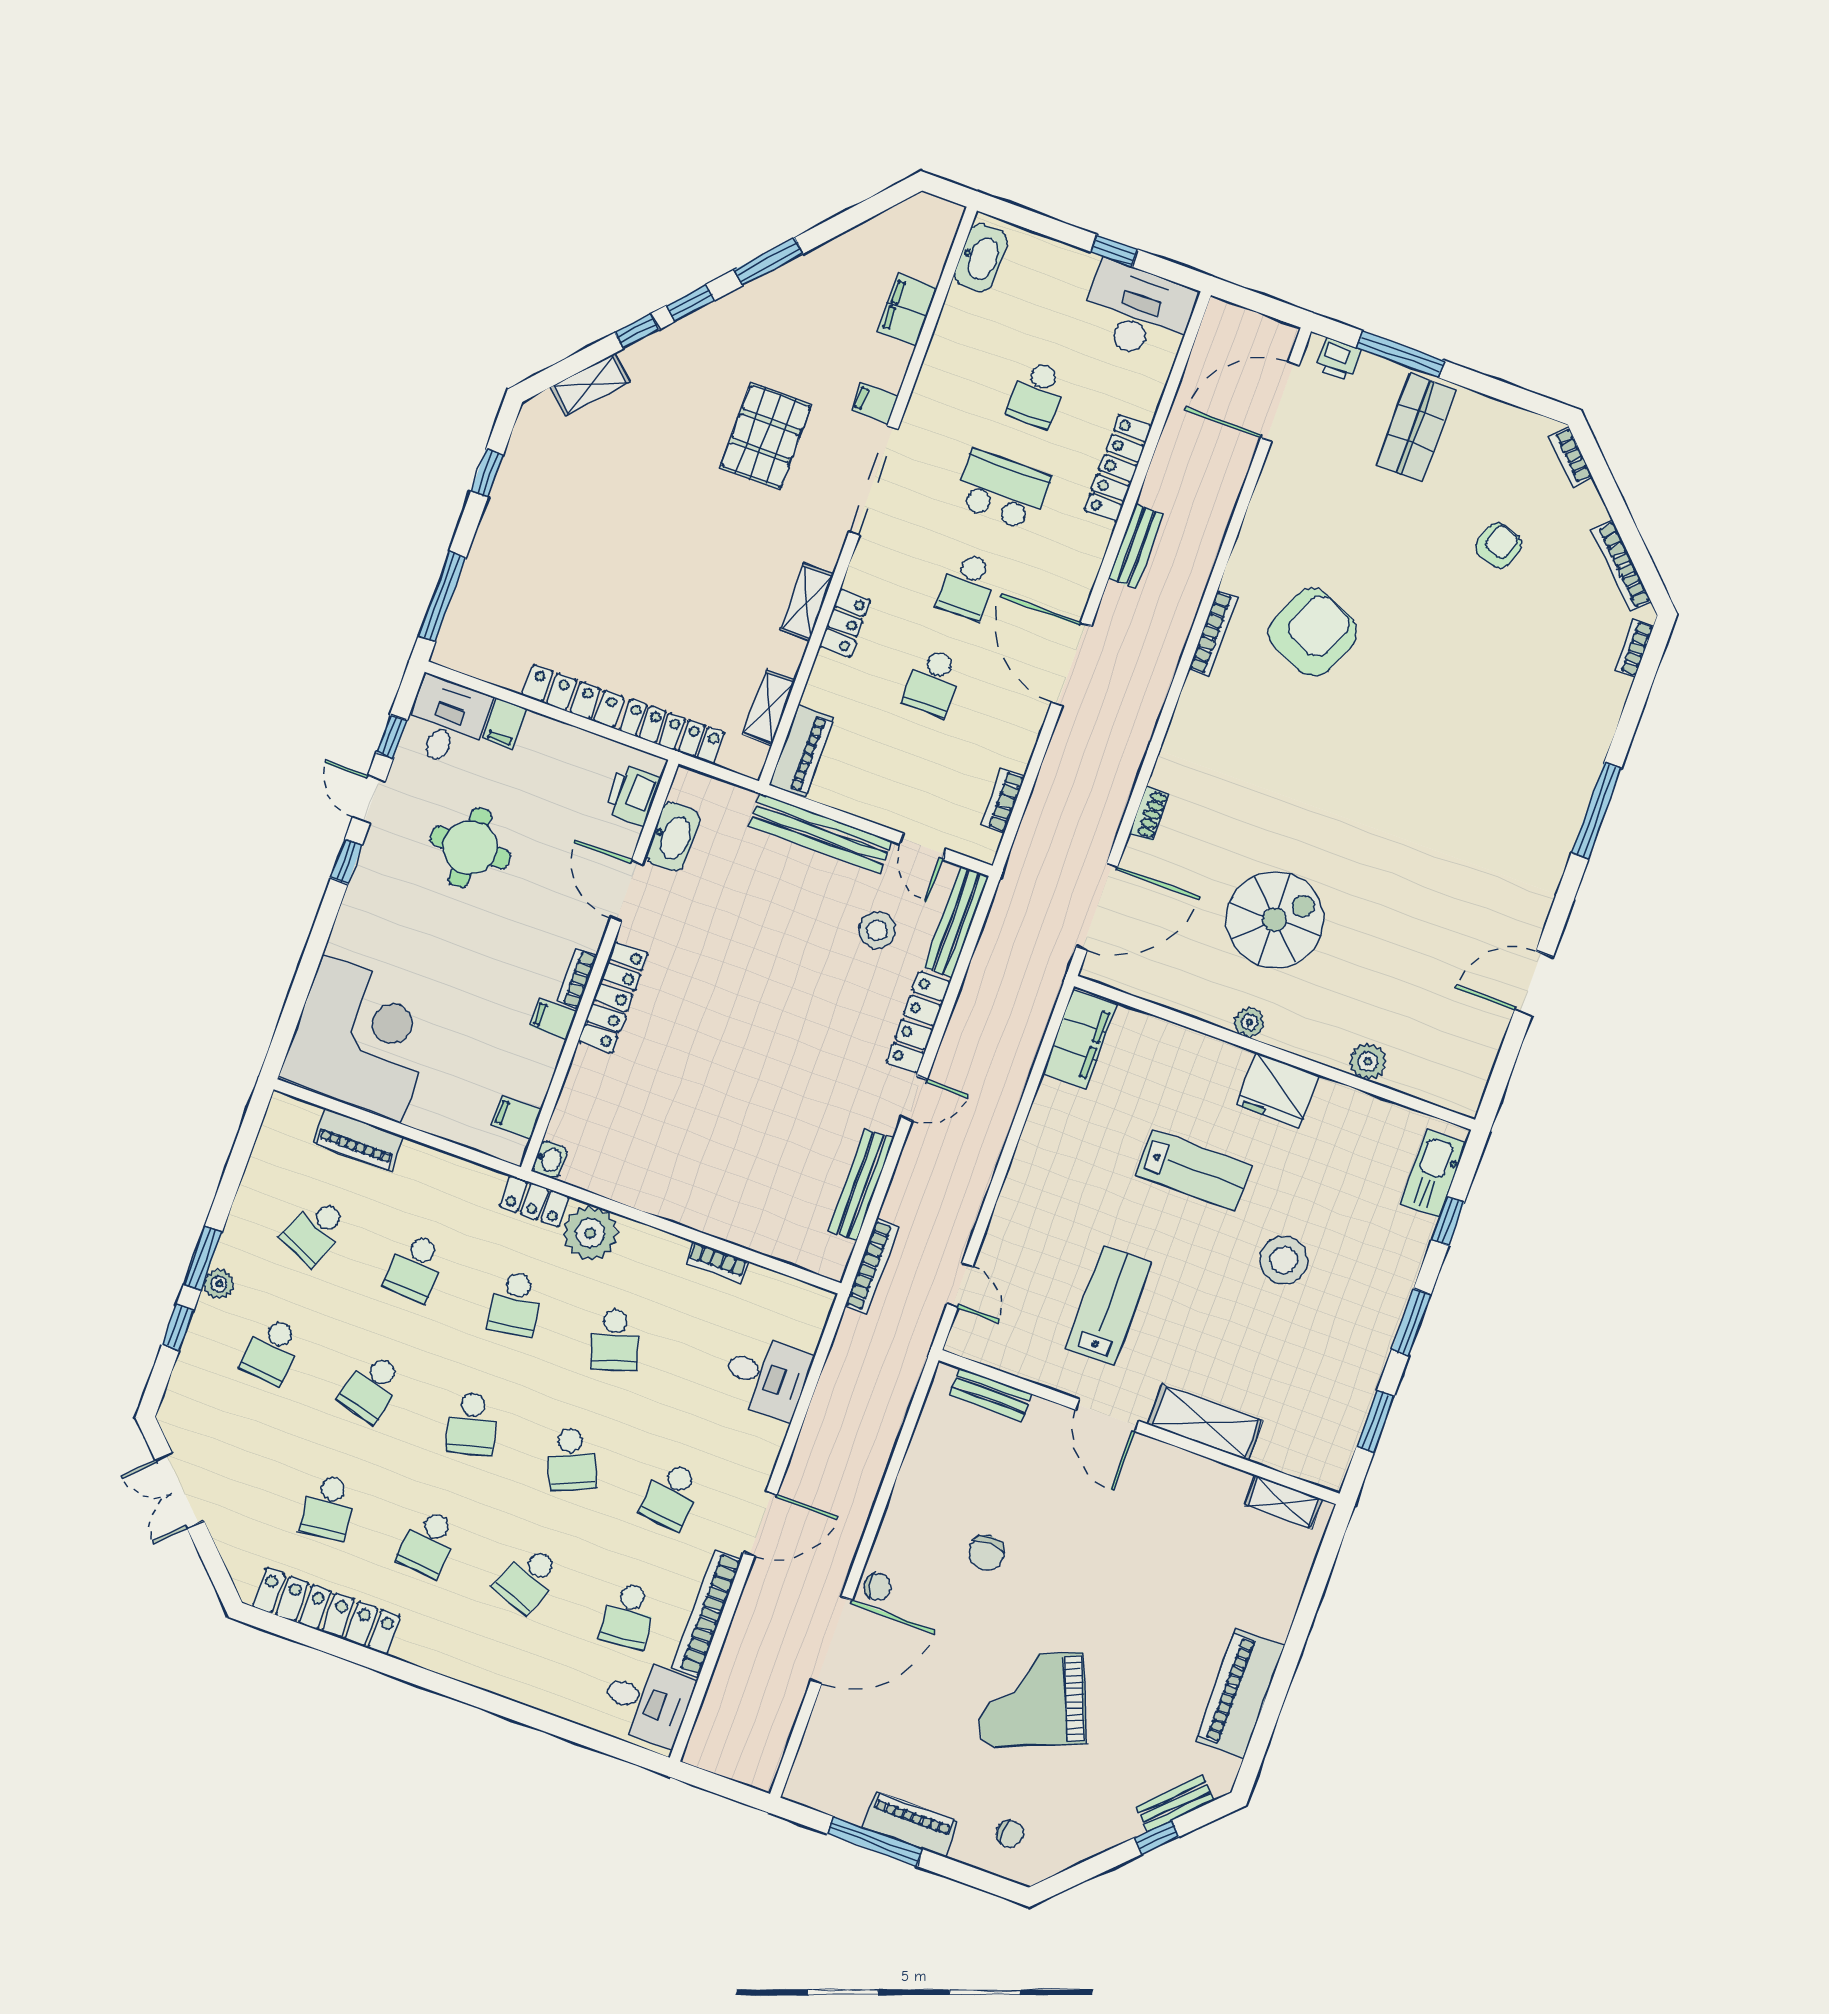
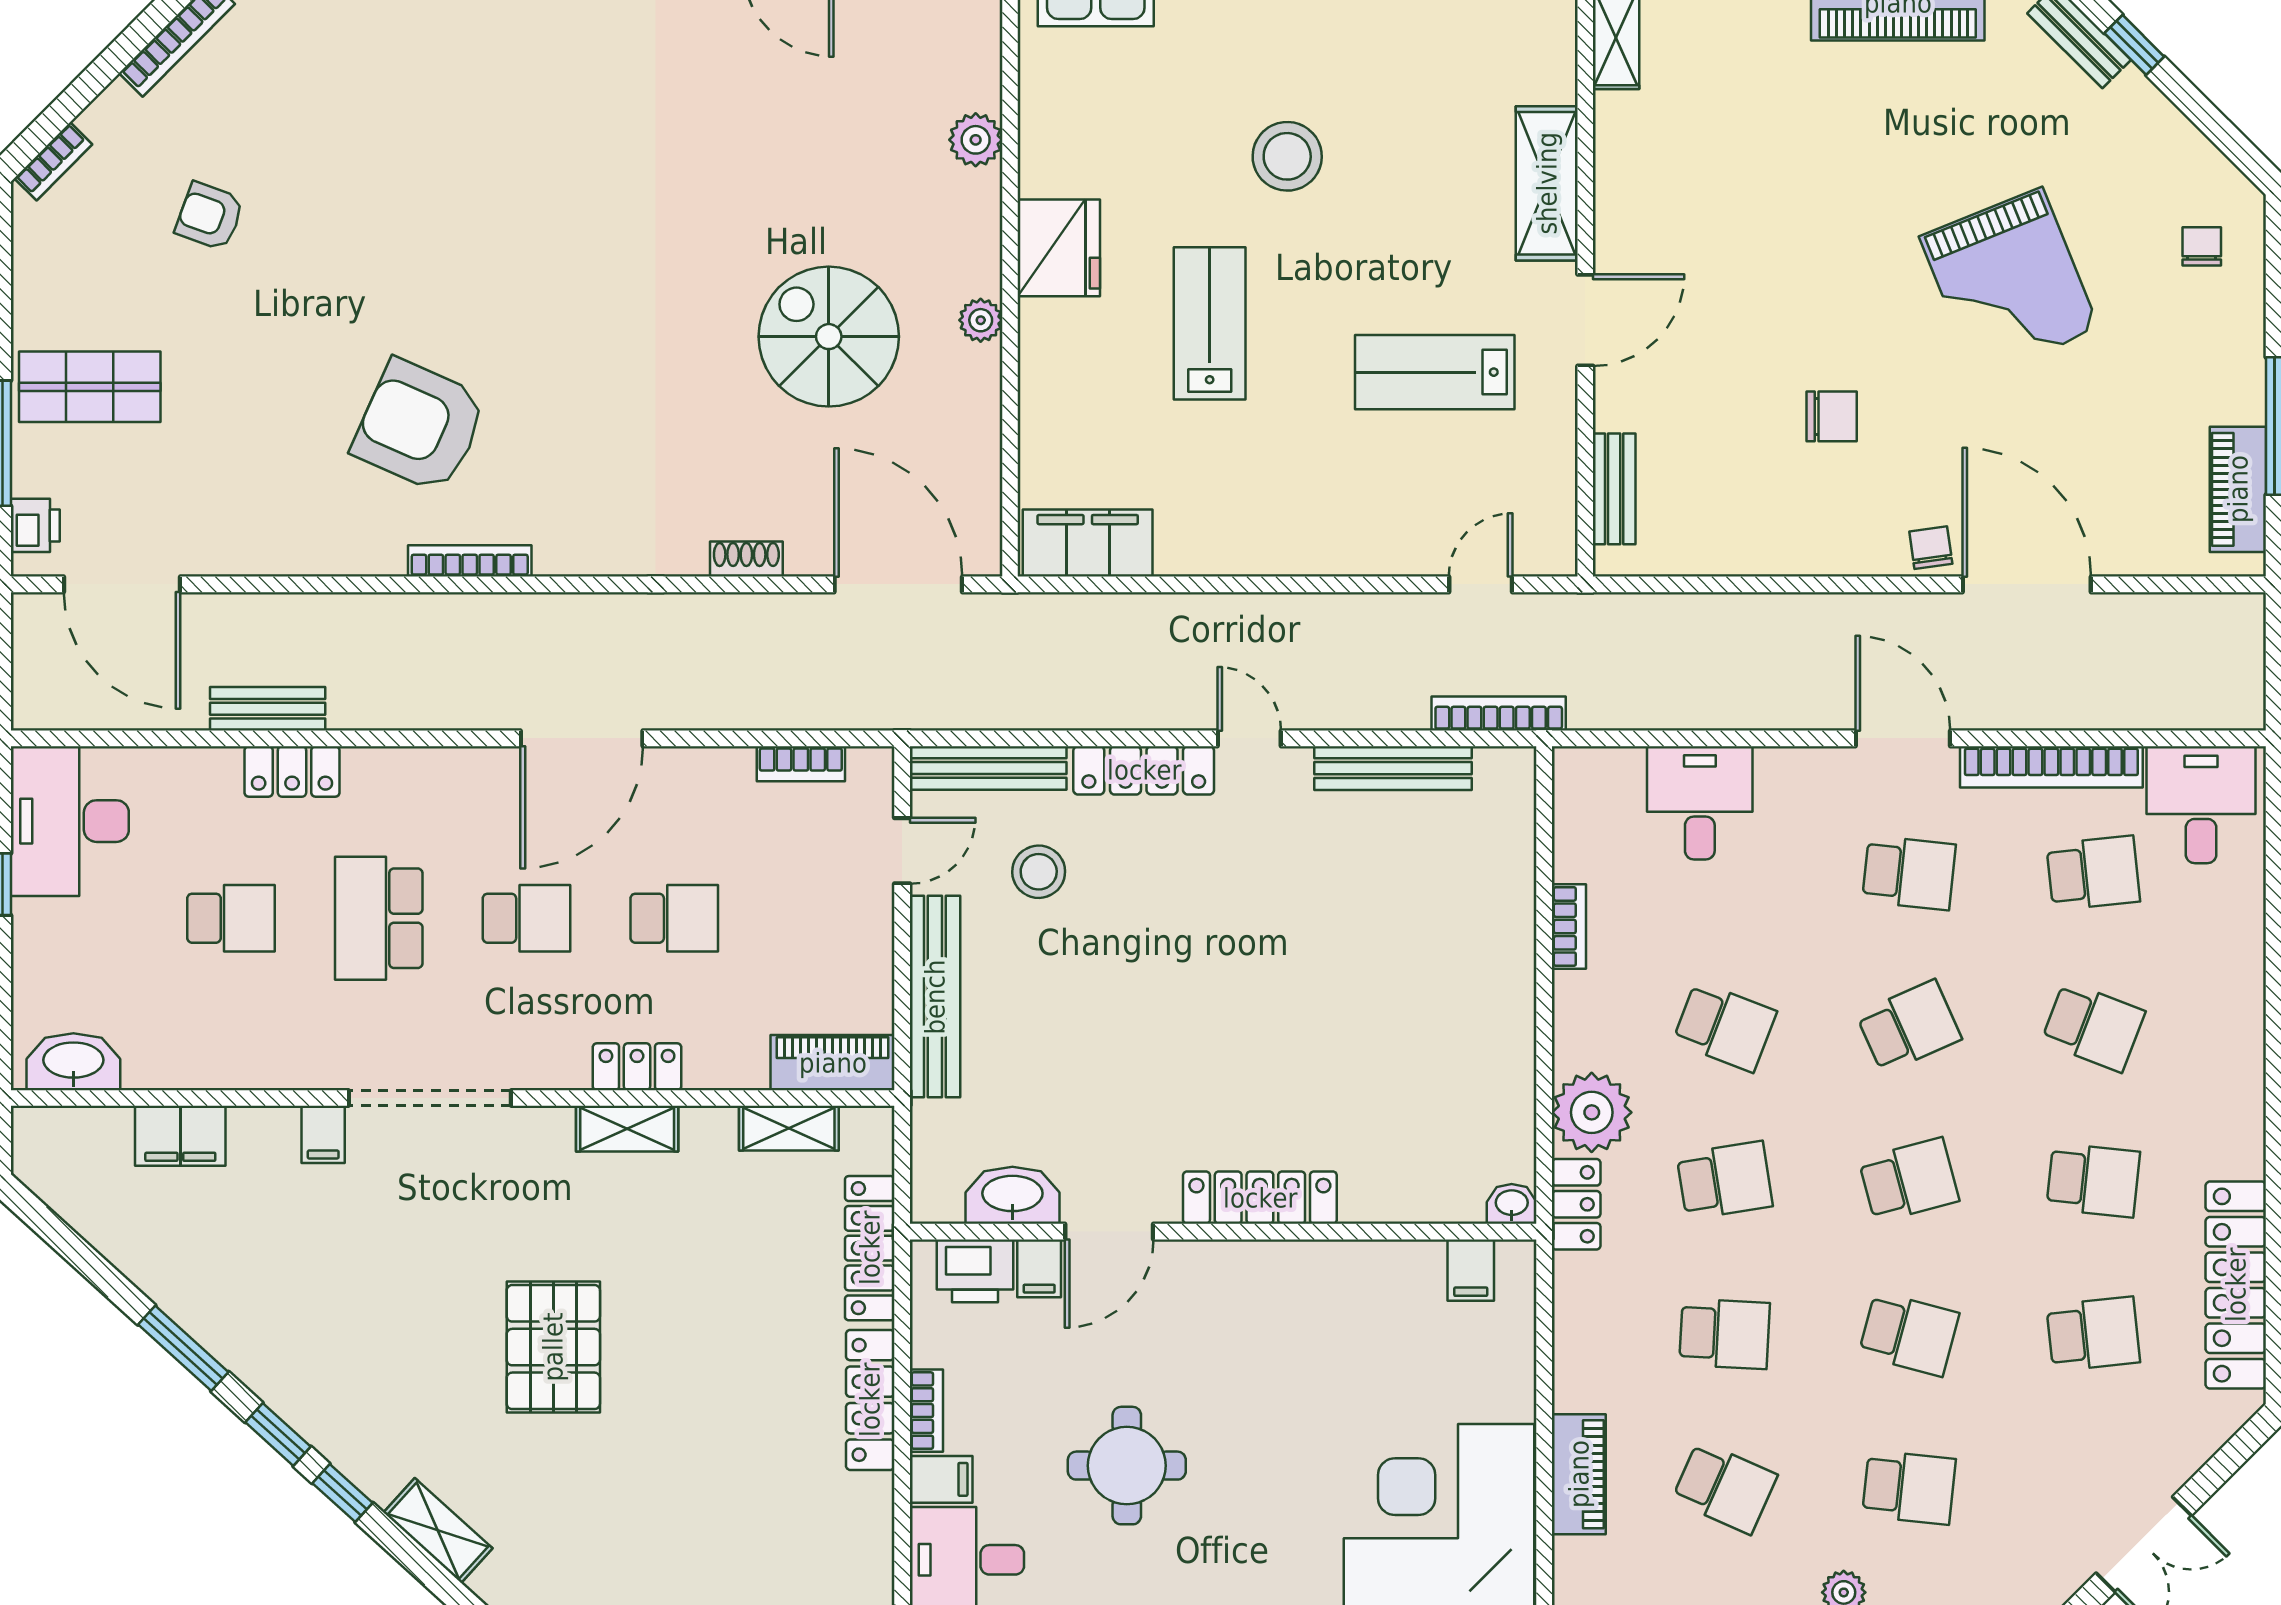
pallet: (766, 436) -> (553, 1347), moved, turned 90
locker: (1118, 468) -> (292, 771), width x0.66
bench: (1136, 546) -> (268, 709), moved
bookcase: (577, 978) -> (926, 1411), moved, turned -90
filing cabinet: (553, 1019) -> (1039, 1268), moved
school desk: (615, 1340) -> (1725, 1027), turned 39
piano: (910, 1824) -> (2238, 489), moved

